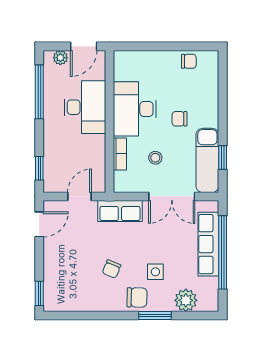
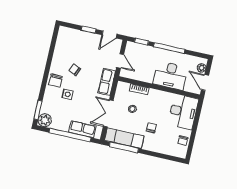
window: (39, 92) -> (169, 48), moved
desk: (135, 109) -> (183, 112), moved, turned 90
window: (223, 157) -> (124, 147), width x2.17
door: (39, 224) -> (110, 34), hinge flipped
row of seats: (208, 244) -> (82, 129), width x0.68
window: (39, 293) -> (89, 30), moved
plant: (186, 300) -> (45, 120), moved
window: (155, 315) -> (38, 110), moved

